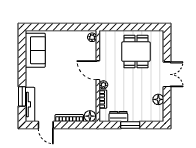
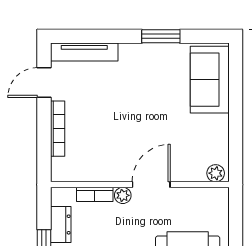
sofa: (35, 50) -> (210, 80), moved, turned 90
window: (22, 96) -> (161, 36), moved
floor lamp: (90, 116) -> (61, 169), removed

